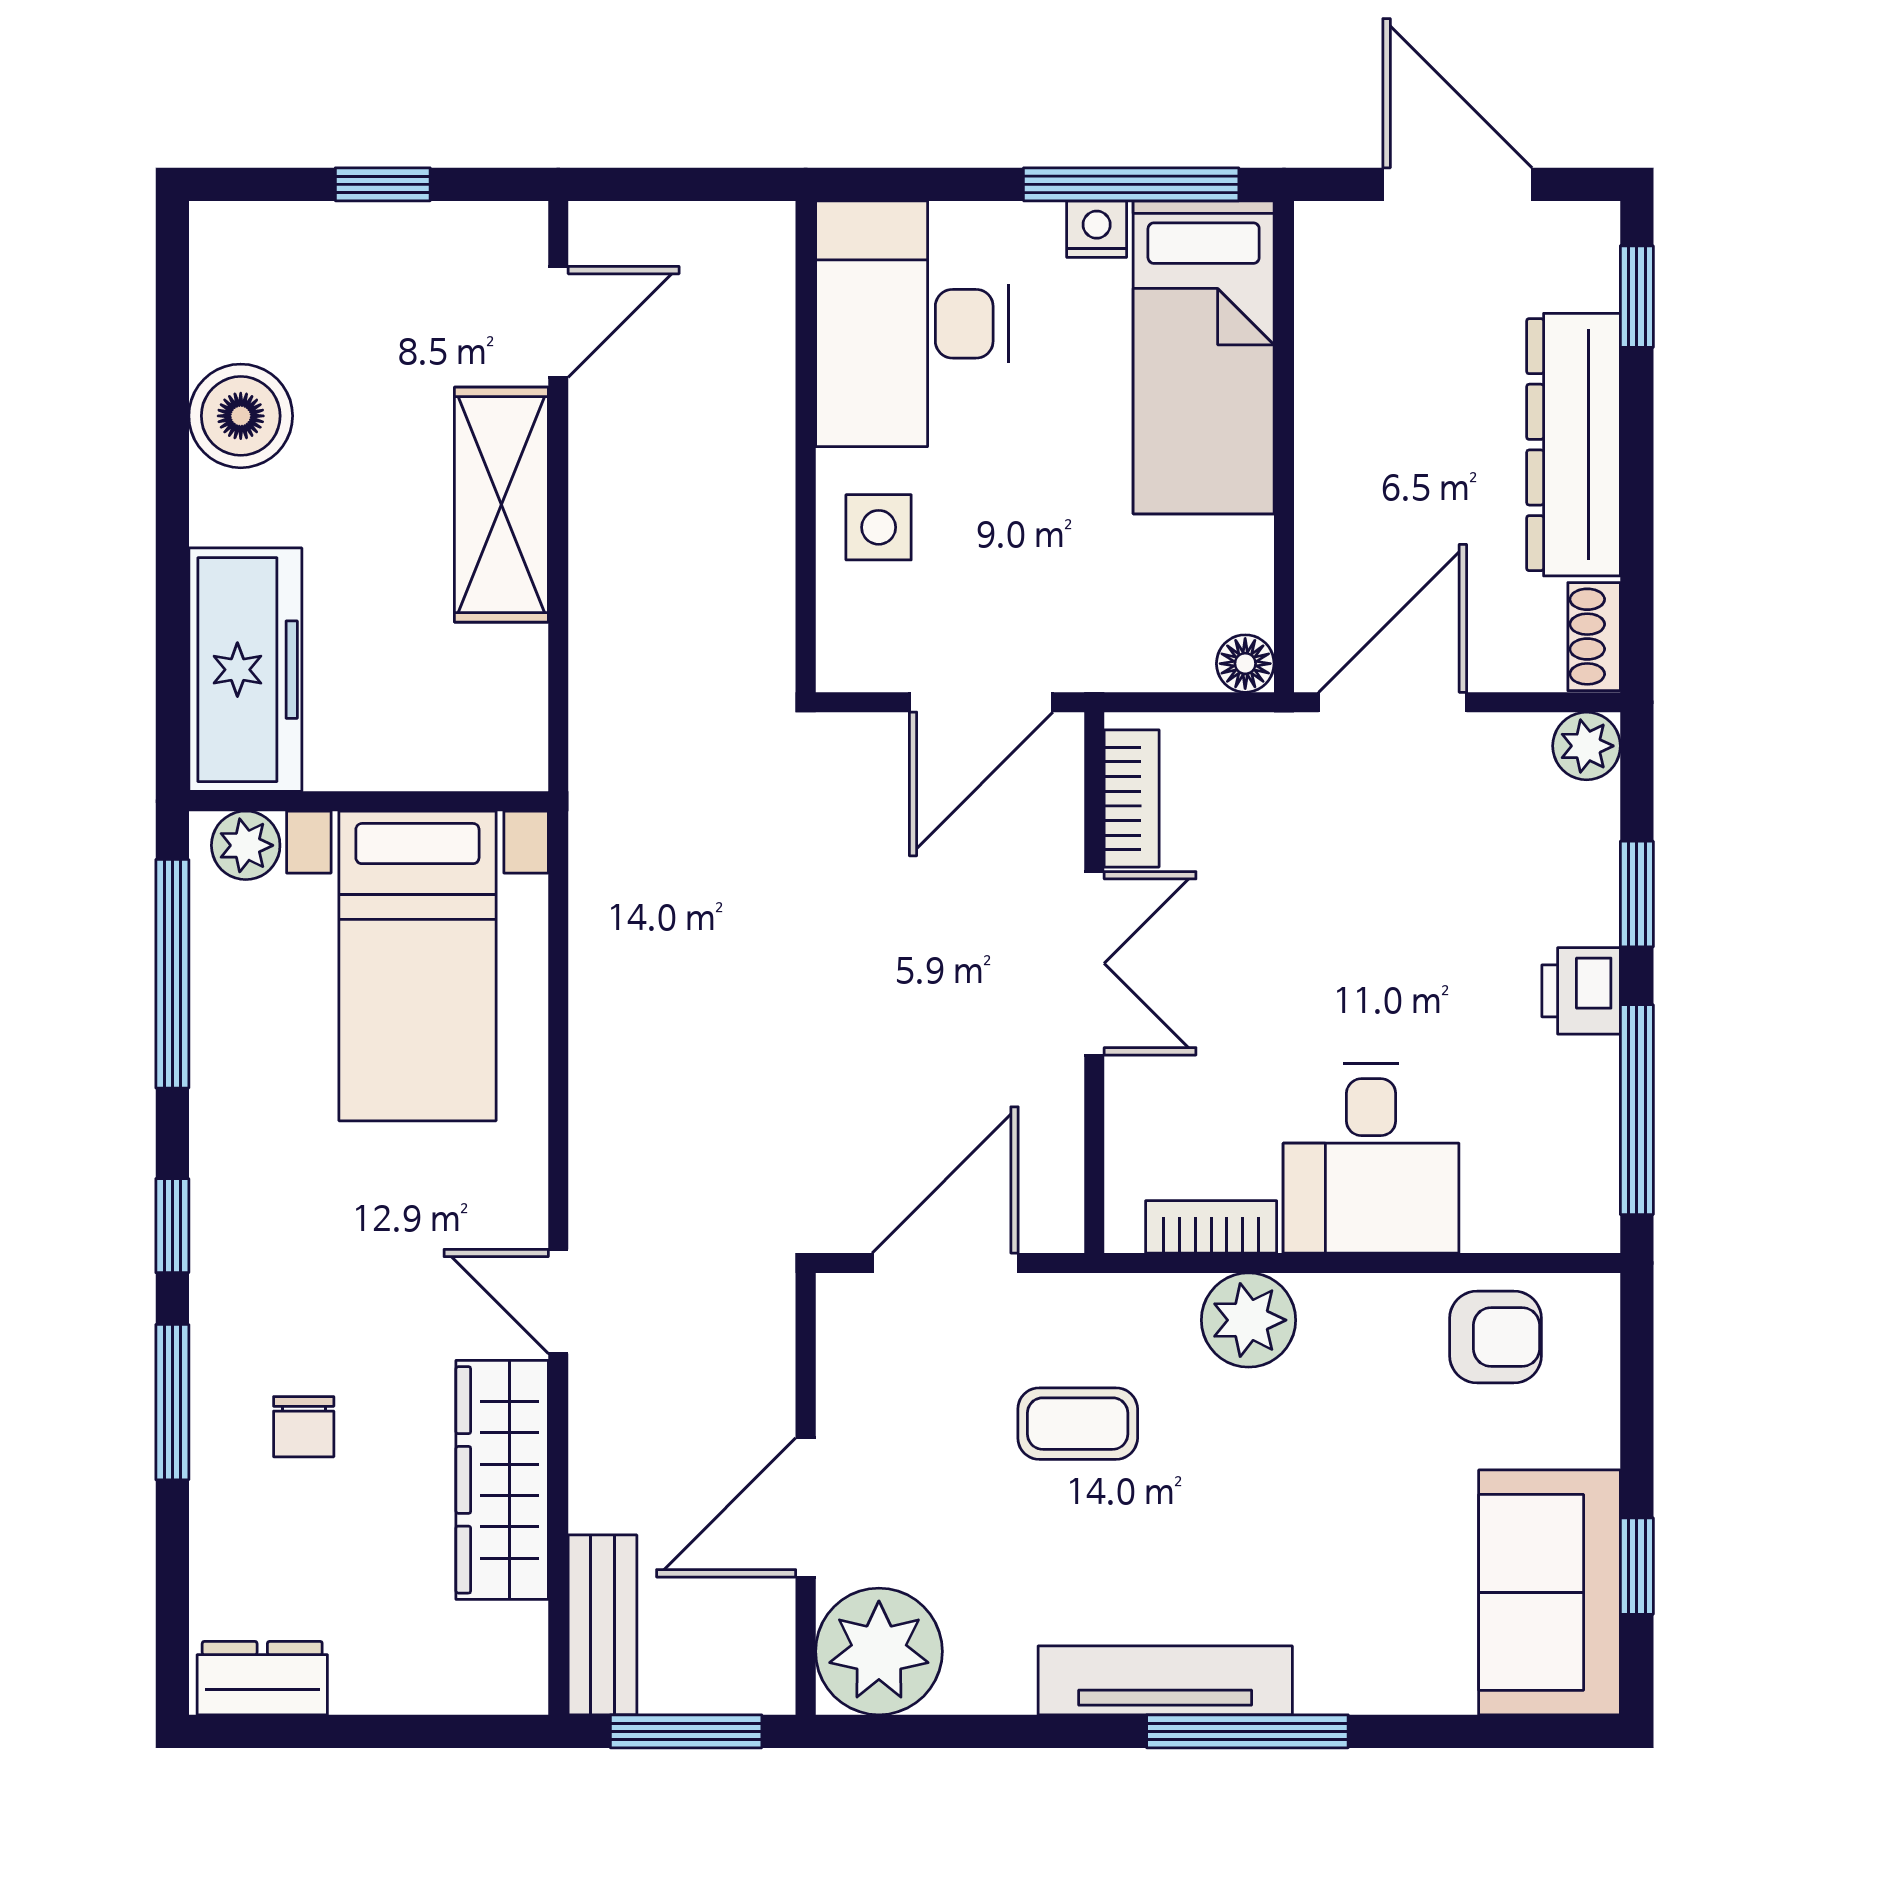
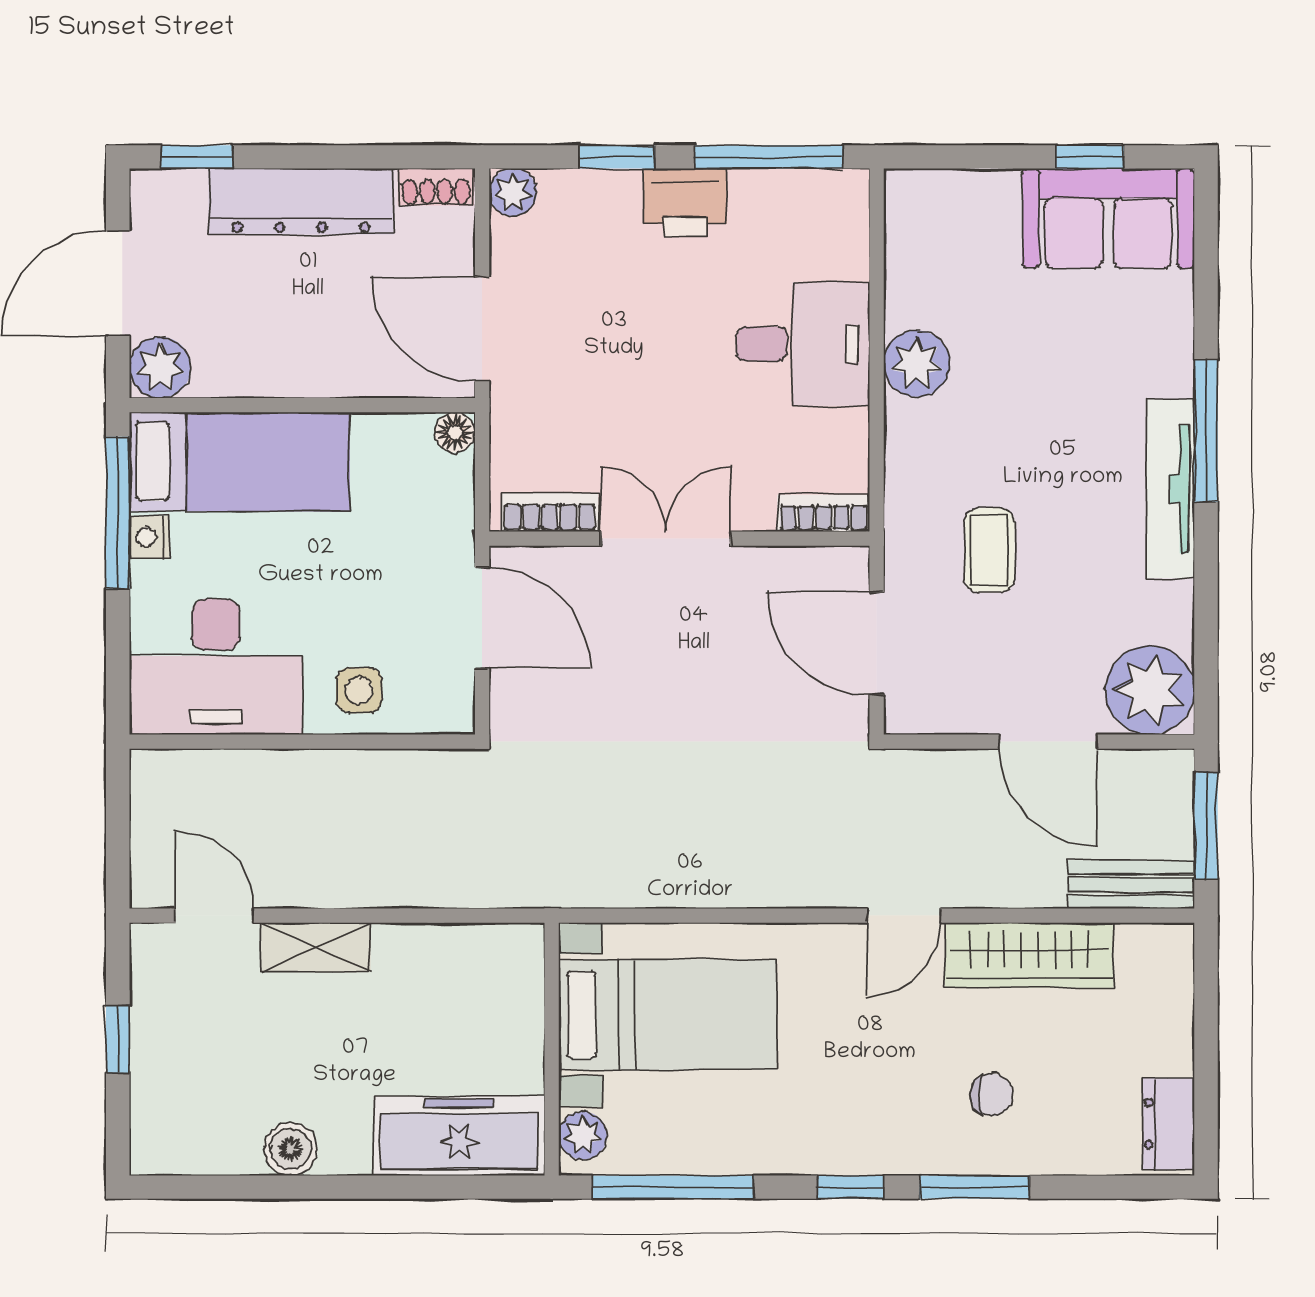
plant: (1337, 244) -> (160, 368), added
boiler: (241, 416) -> (290, 1149), width x0.73, depth x0.73
shelving: (501, 505) -> (316, 947), width x0.67, depth x0.75
printer: (1581, 991) -> (685, 203), width x1.36, depth x1.24
bookcase: (1211, 1227) -> (824, 513), moved, turned 90
plant: (1248, 1320) -> (917, 364), moved
armchair: (1495, 1337) -> (929, 256), removed

